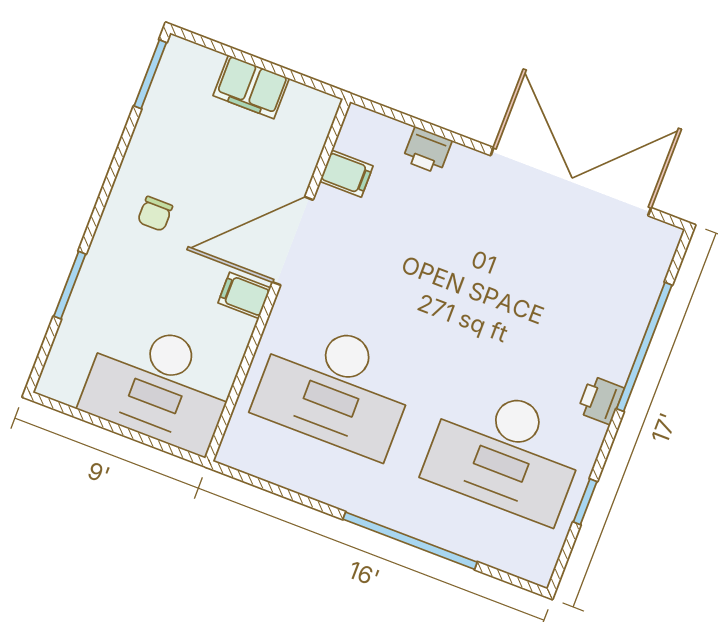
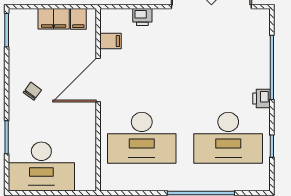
chair: (155, 214) -> (32, 91), turned -144
filing cabinet: (244, 295) -> (78, 19), moved, turned -90
desk: (159, 385) -> (41, 167), moved

